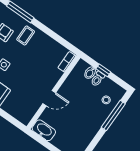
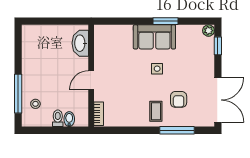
window: (103, 70) -> (58, 130), removed
door: (49, 98) -> (91, 80), moved
washbasin: (44, 130) -> (80, 43), moved, turned 90

